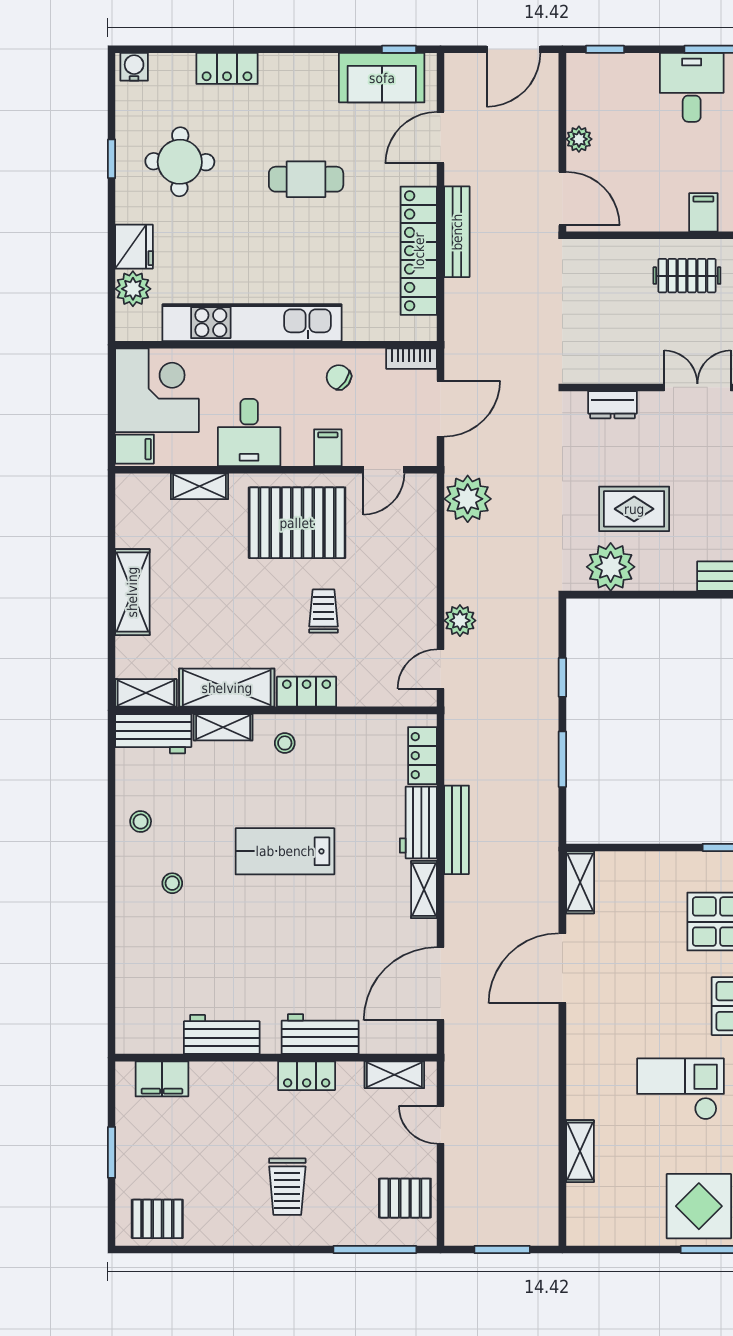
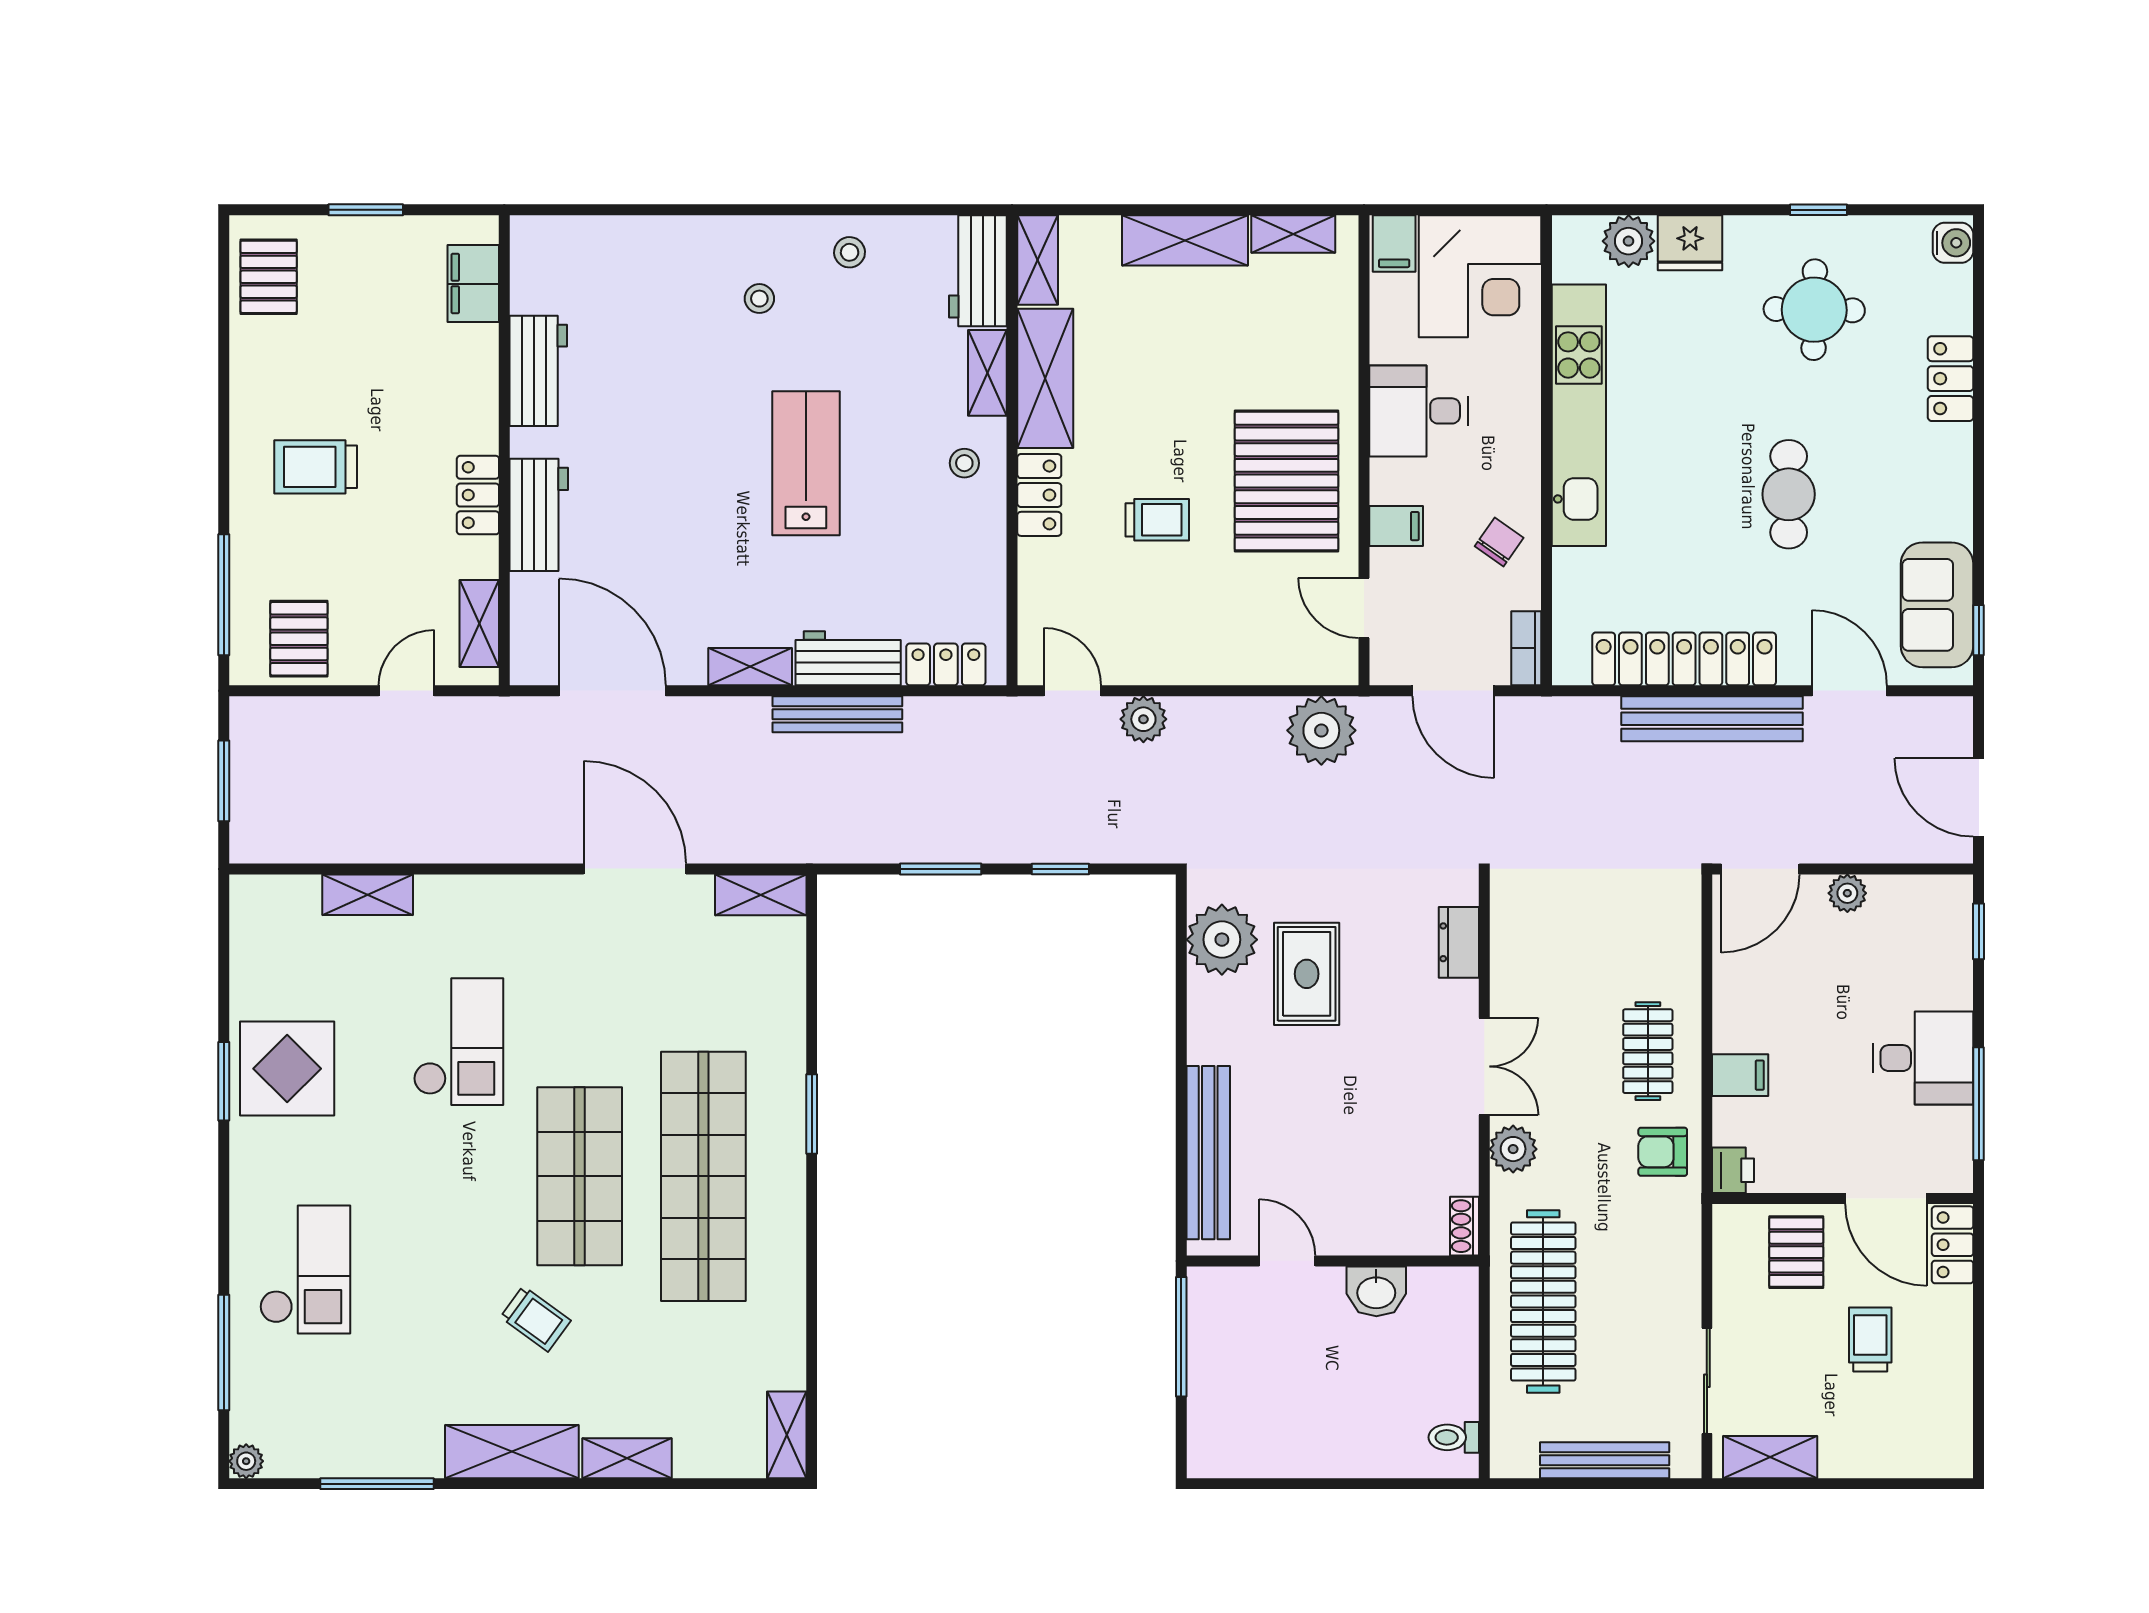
bench: (457, 232) -> (1712, 719), width x1.37, depth x1.21
shelving: (199, 486) -> (1293, 234), moved, turned 90

